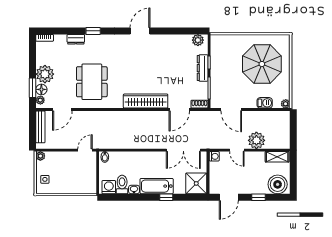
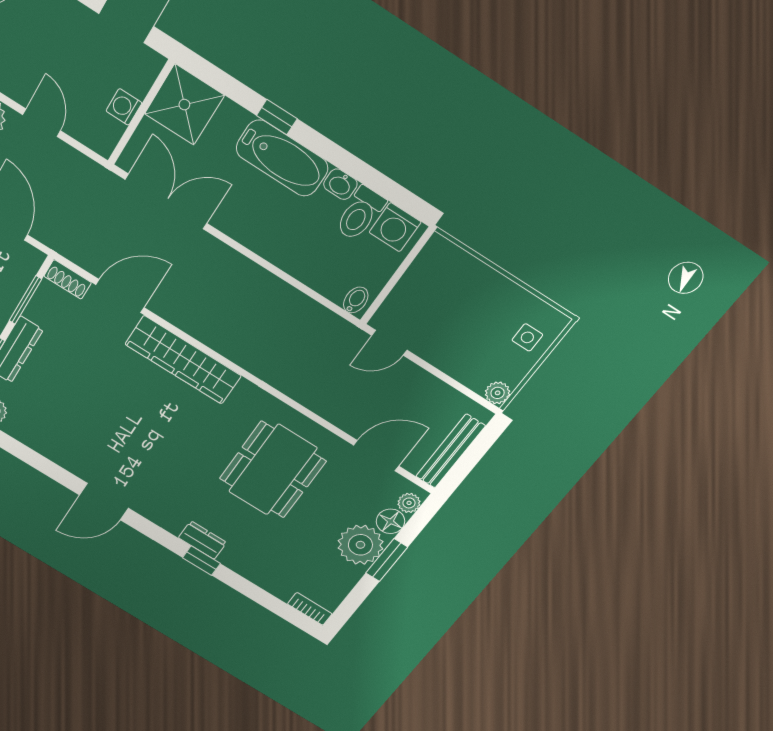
dresser: (76, 39) -> (202, 540), moved
window: (33, 88) -> (387, 560), moved
washing machine: (214, 156) -> (124, 107), moved

